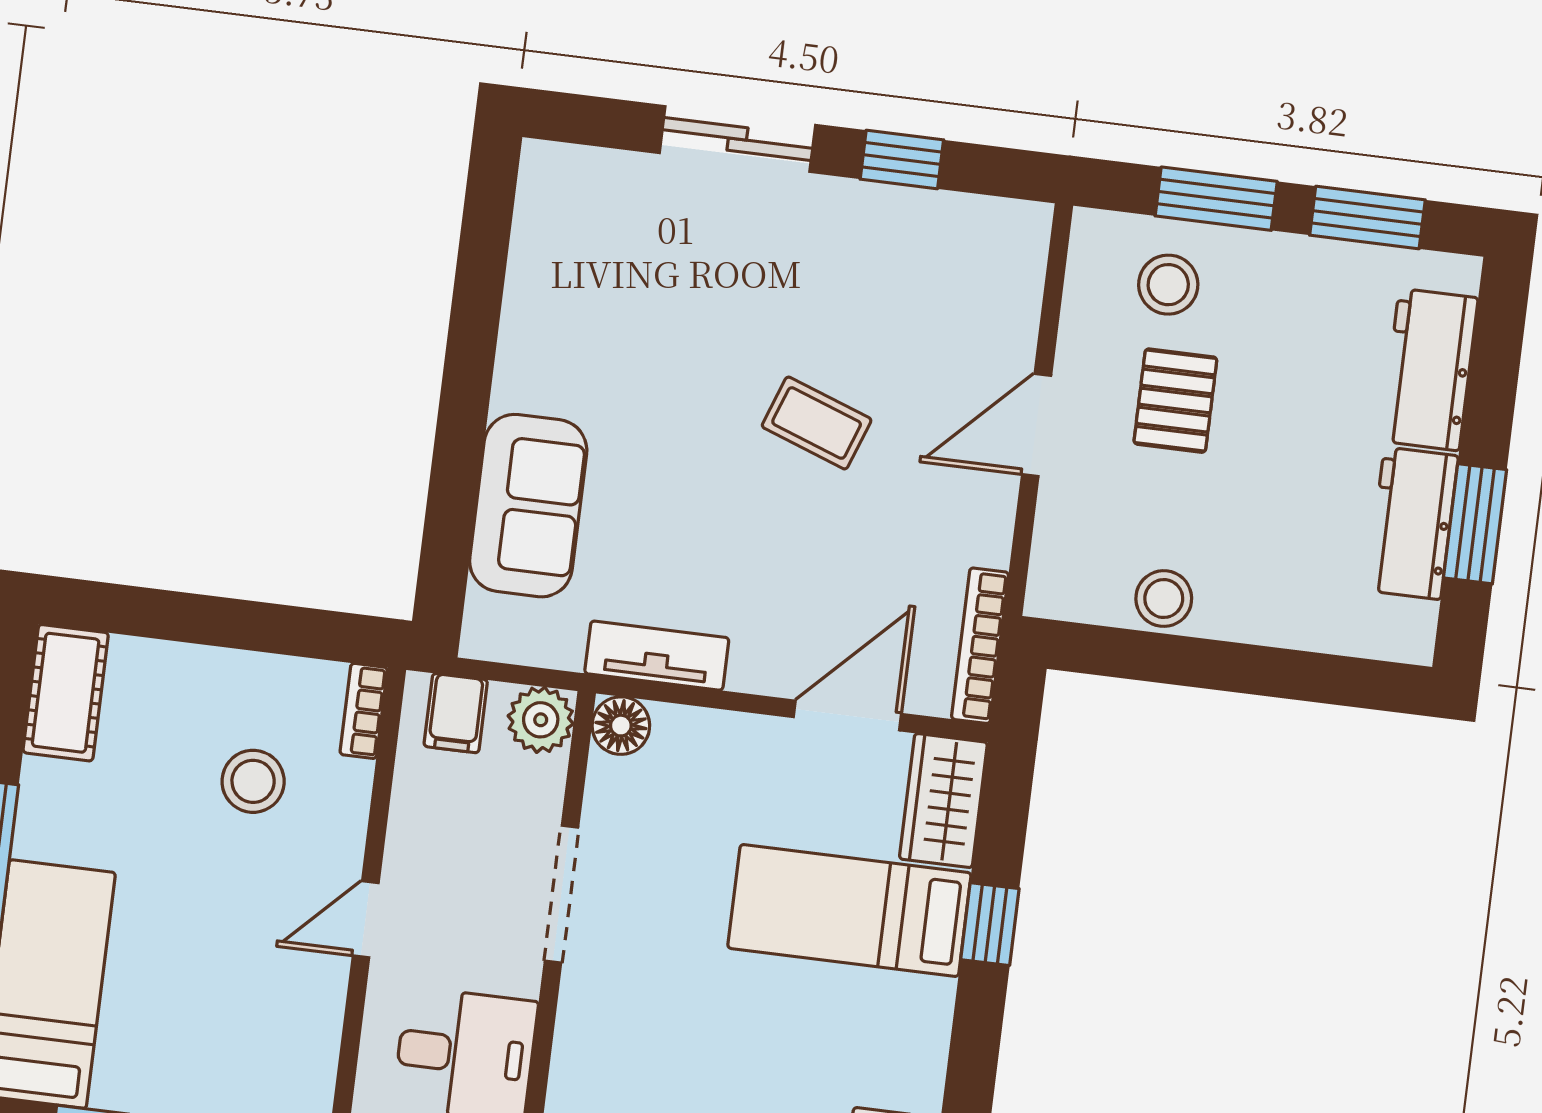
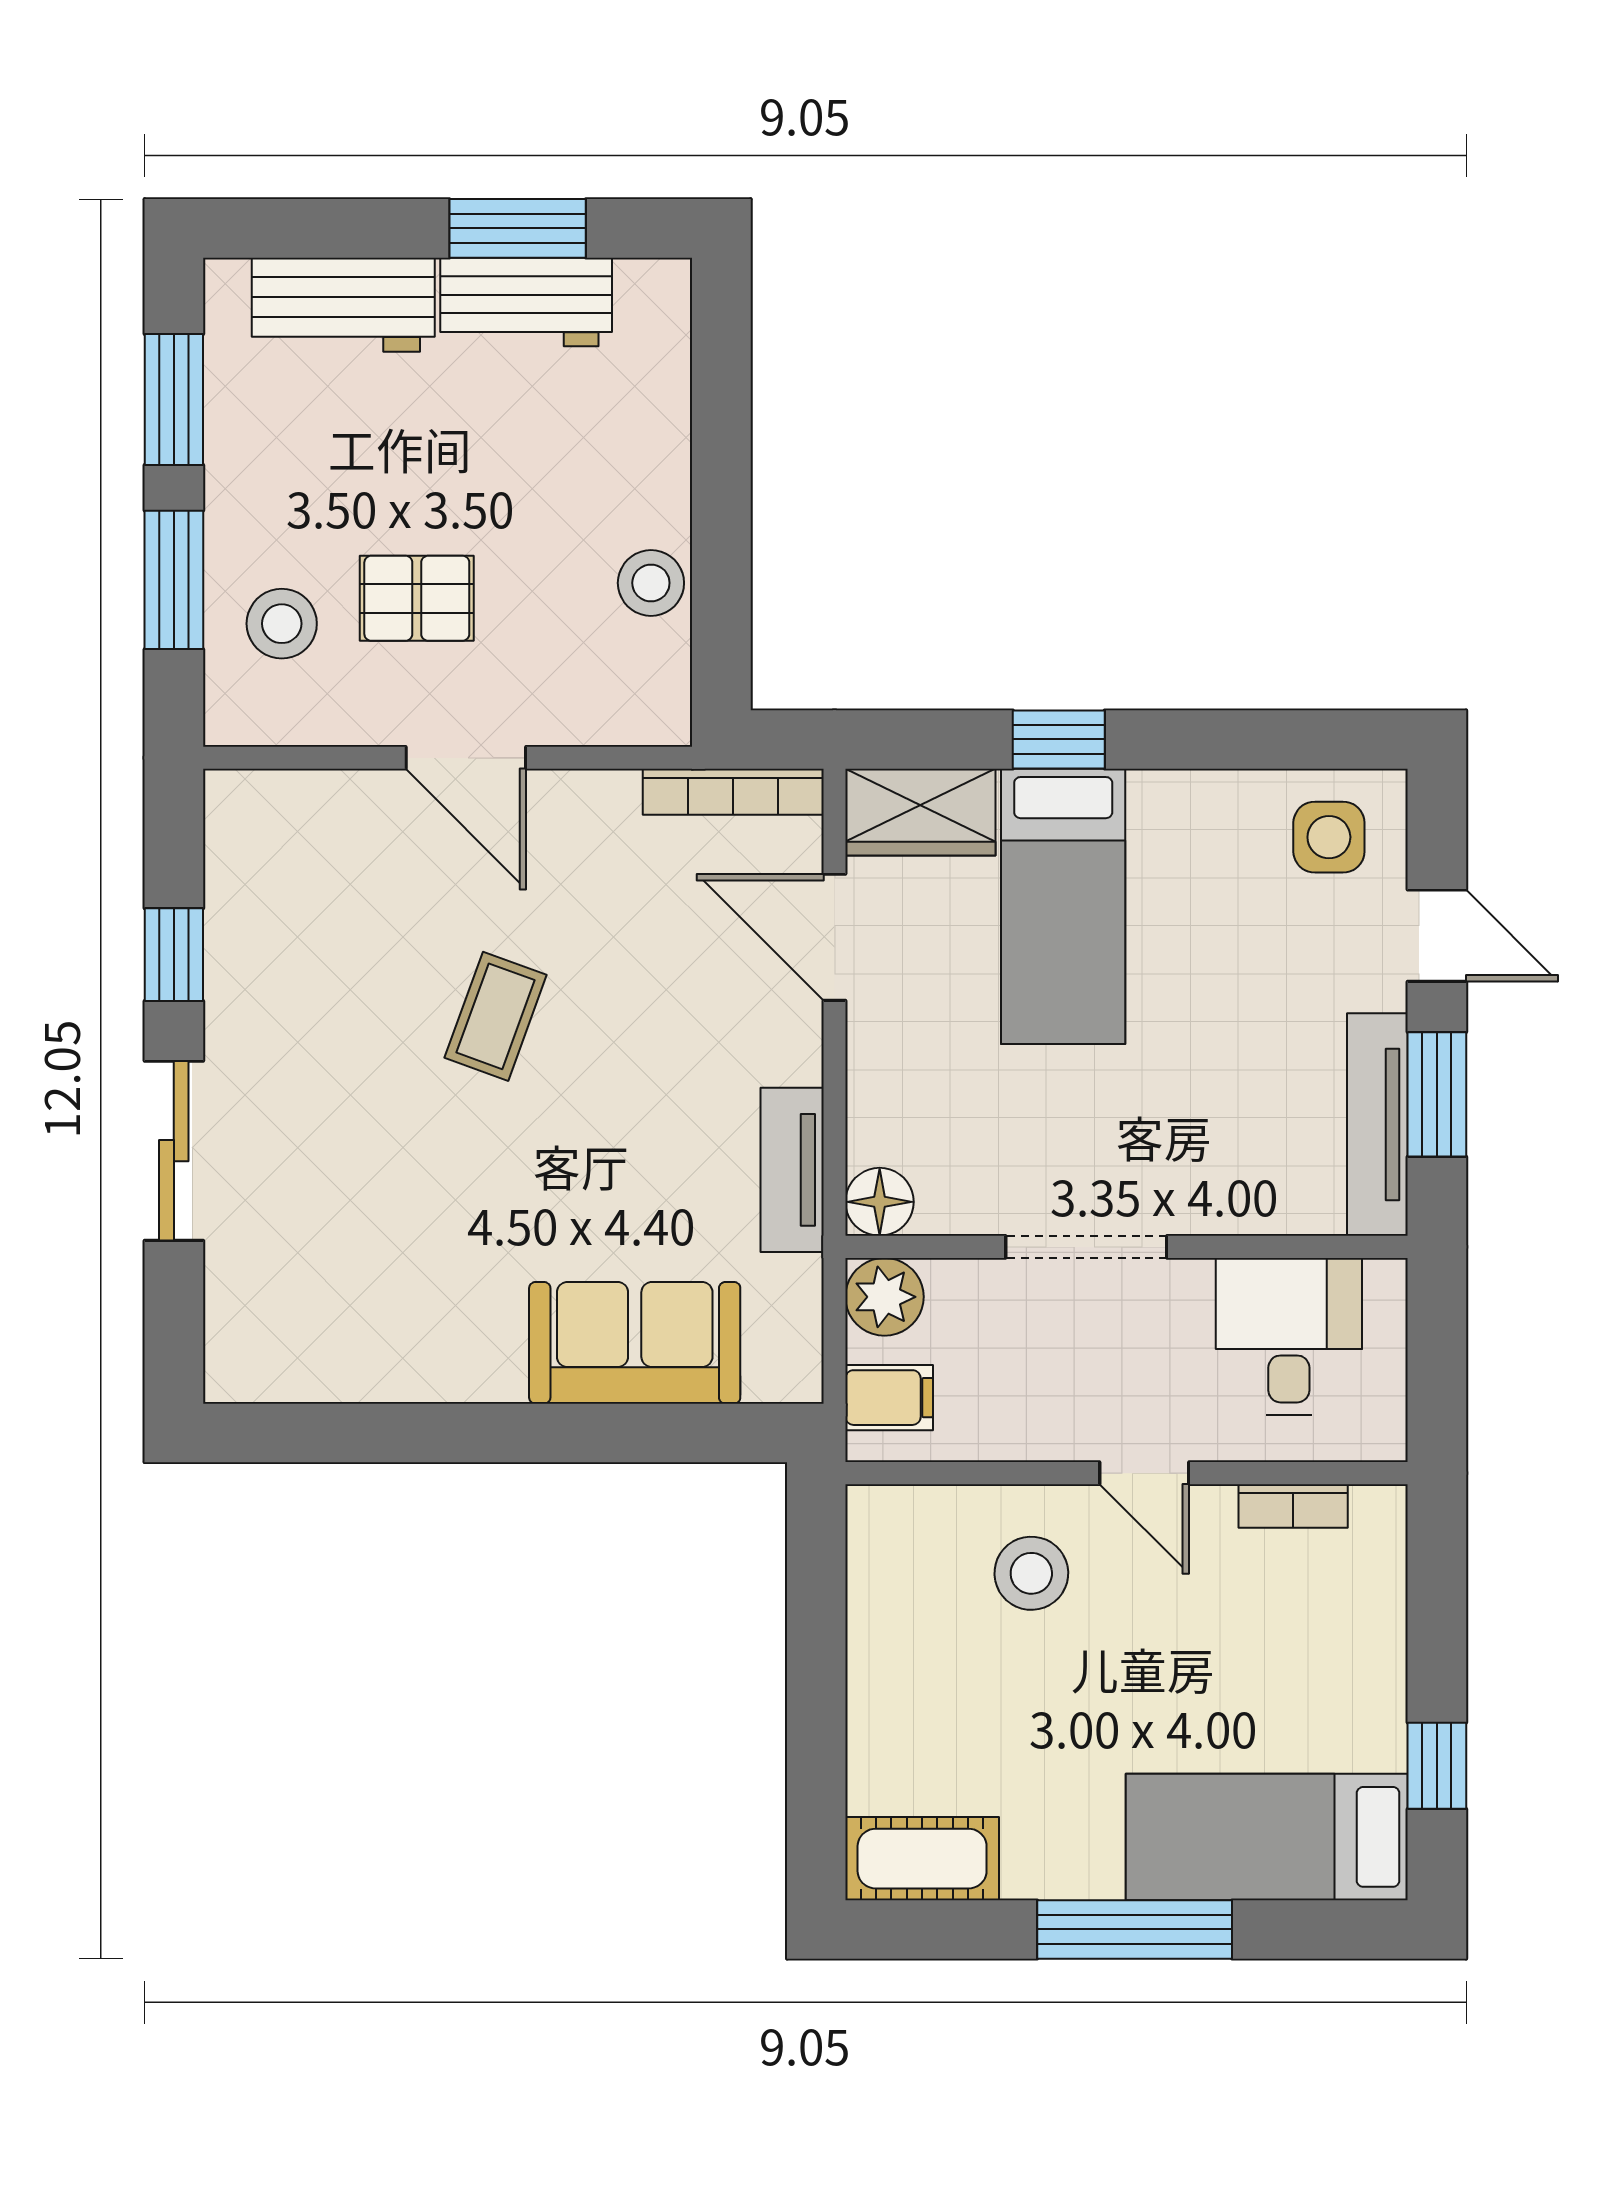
bookcase: (364, 711) -> (1293, 1506), moved
stool: (253, 781) -> (1031, 1573), moved

